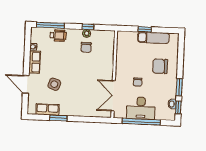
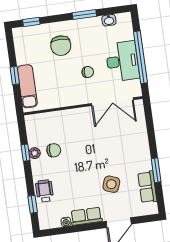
window: (50, 25) -> (33, 204), width x0.46
exam couch: (153, 38) -> (27, 86), moved
window: (178, 107) -> (31, 22), moved

